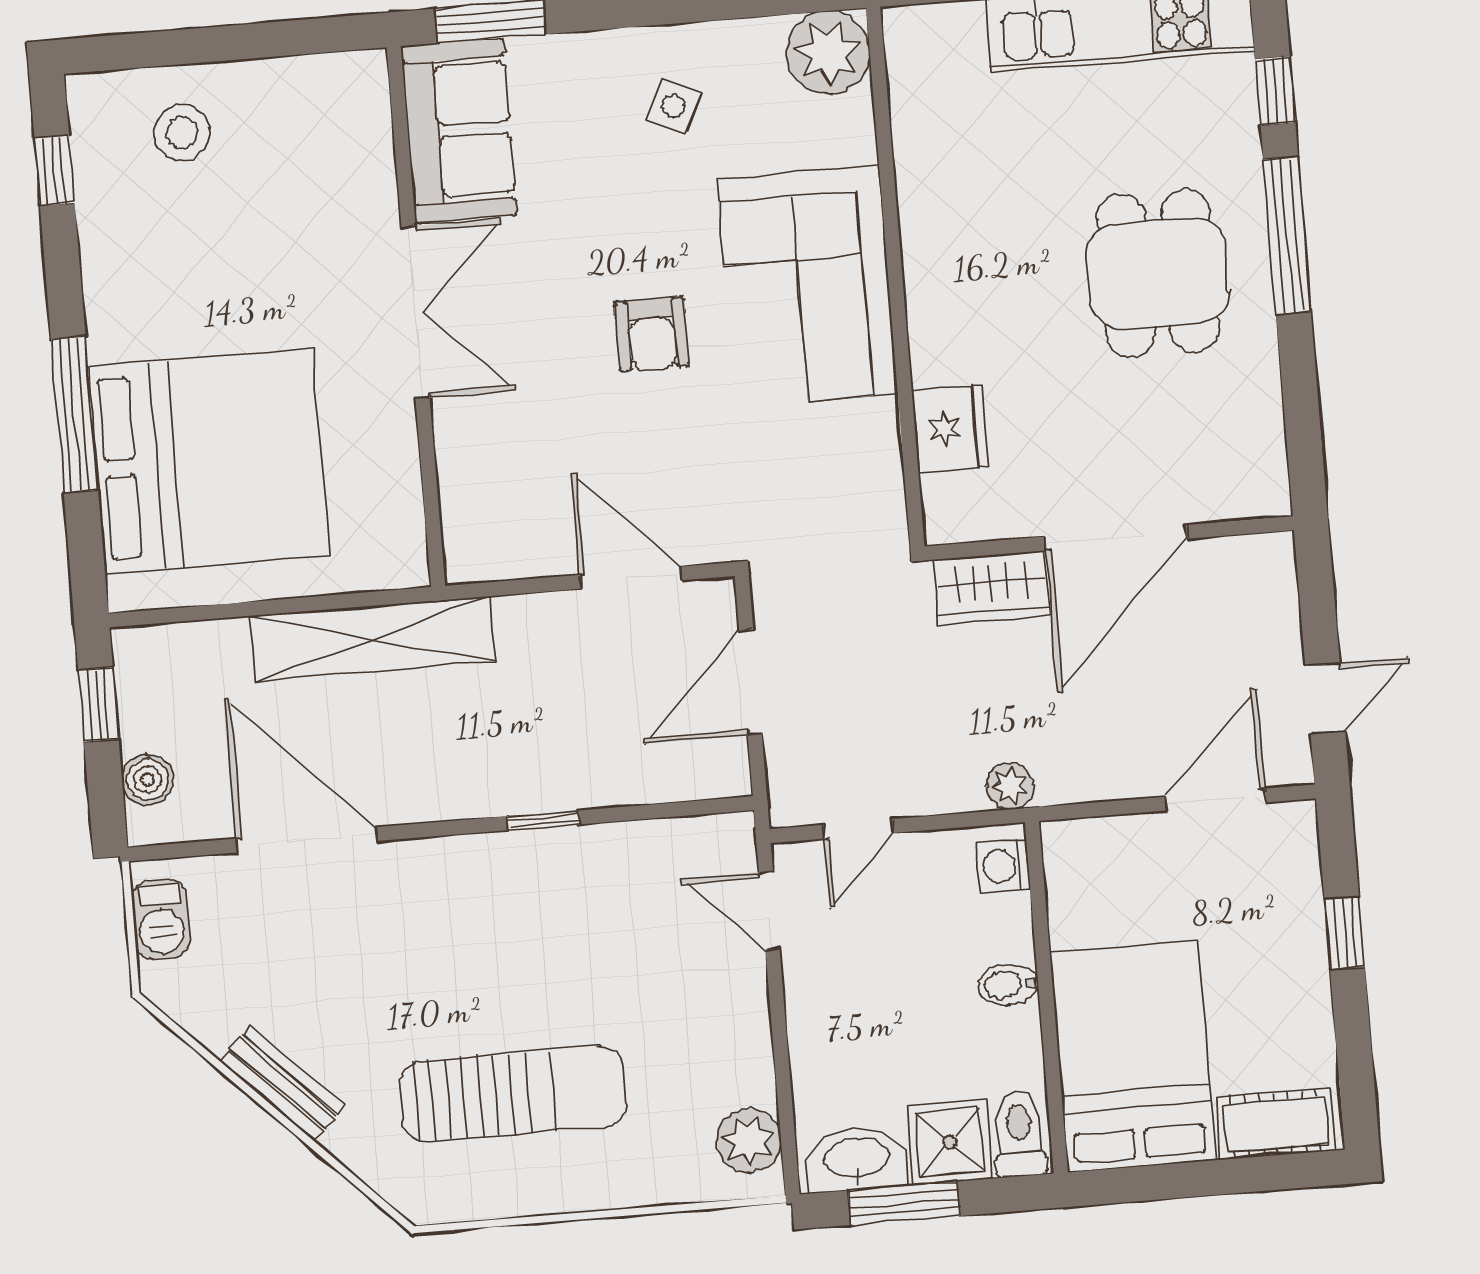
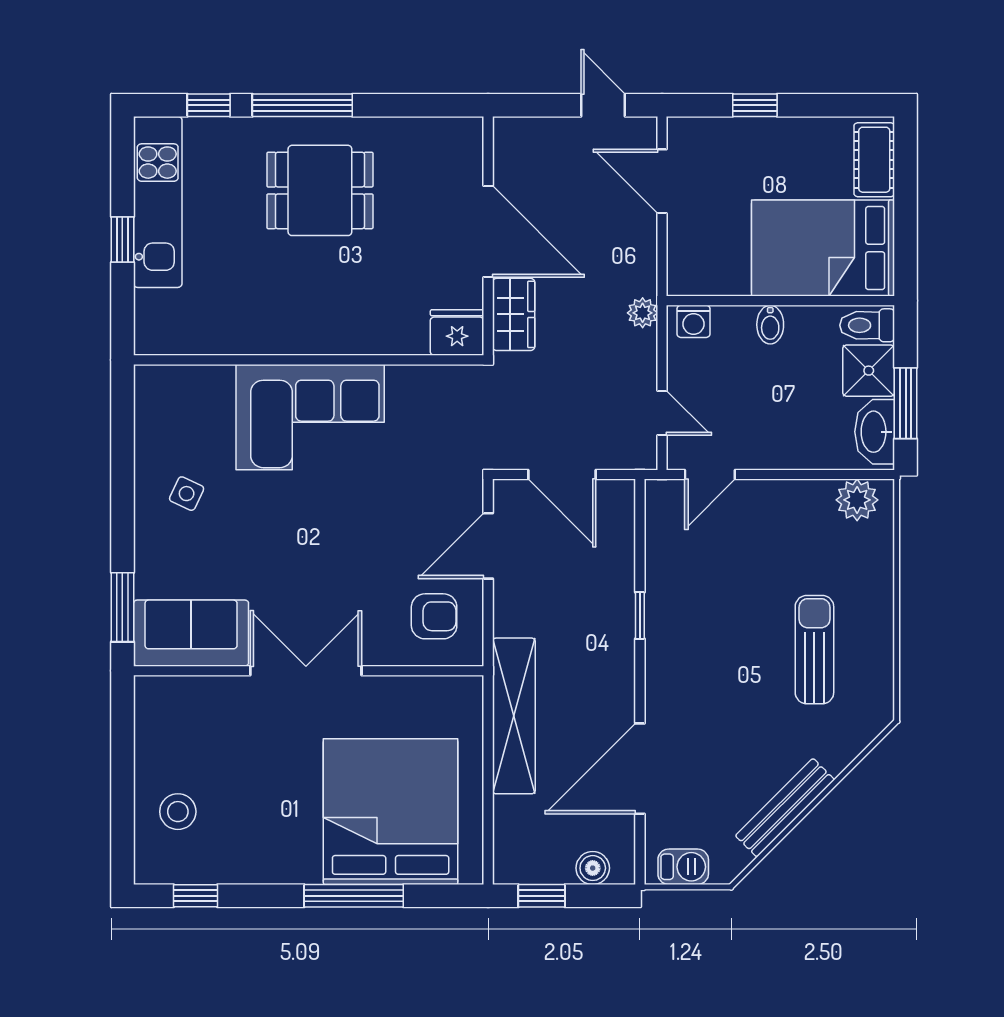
plant: (828, 53) -> (161, 391), removed
armchair: (652, 334) -> (434, 616), moved
fridge: (950, 429) -> (457, 332), moved
bench: (282, 1083) -> (785, 808), width x1.36
sun lounger: (512, 1094) -> (814, 650), width x0.73, depth x0.75

